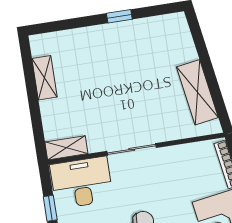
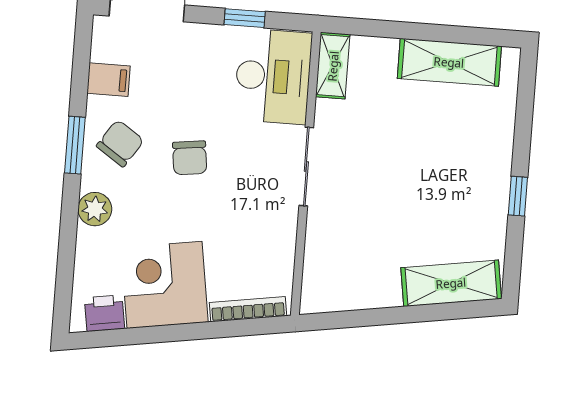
shelving: (44, 78) -> (449, 62), width x1.50, depth x1.33
shelving: (197, 92) -> (451, 283), moved

